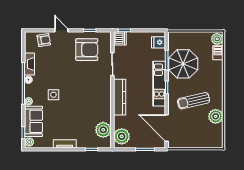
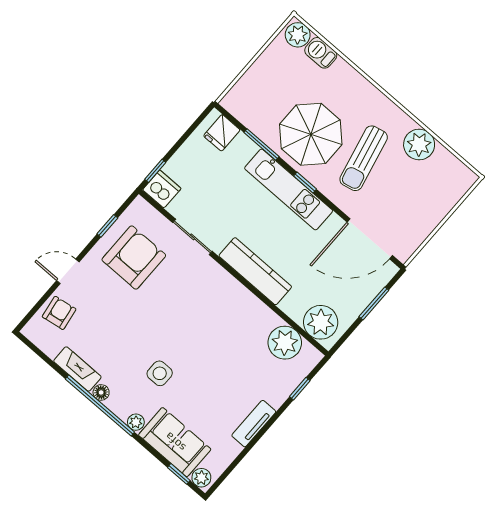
parasol: (183, 64) -> (311, 134), moved

